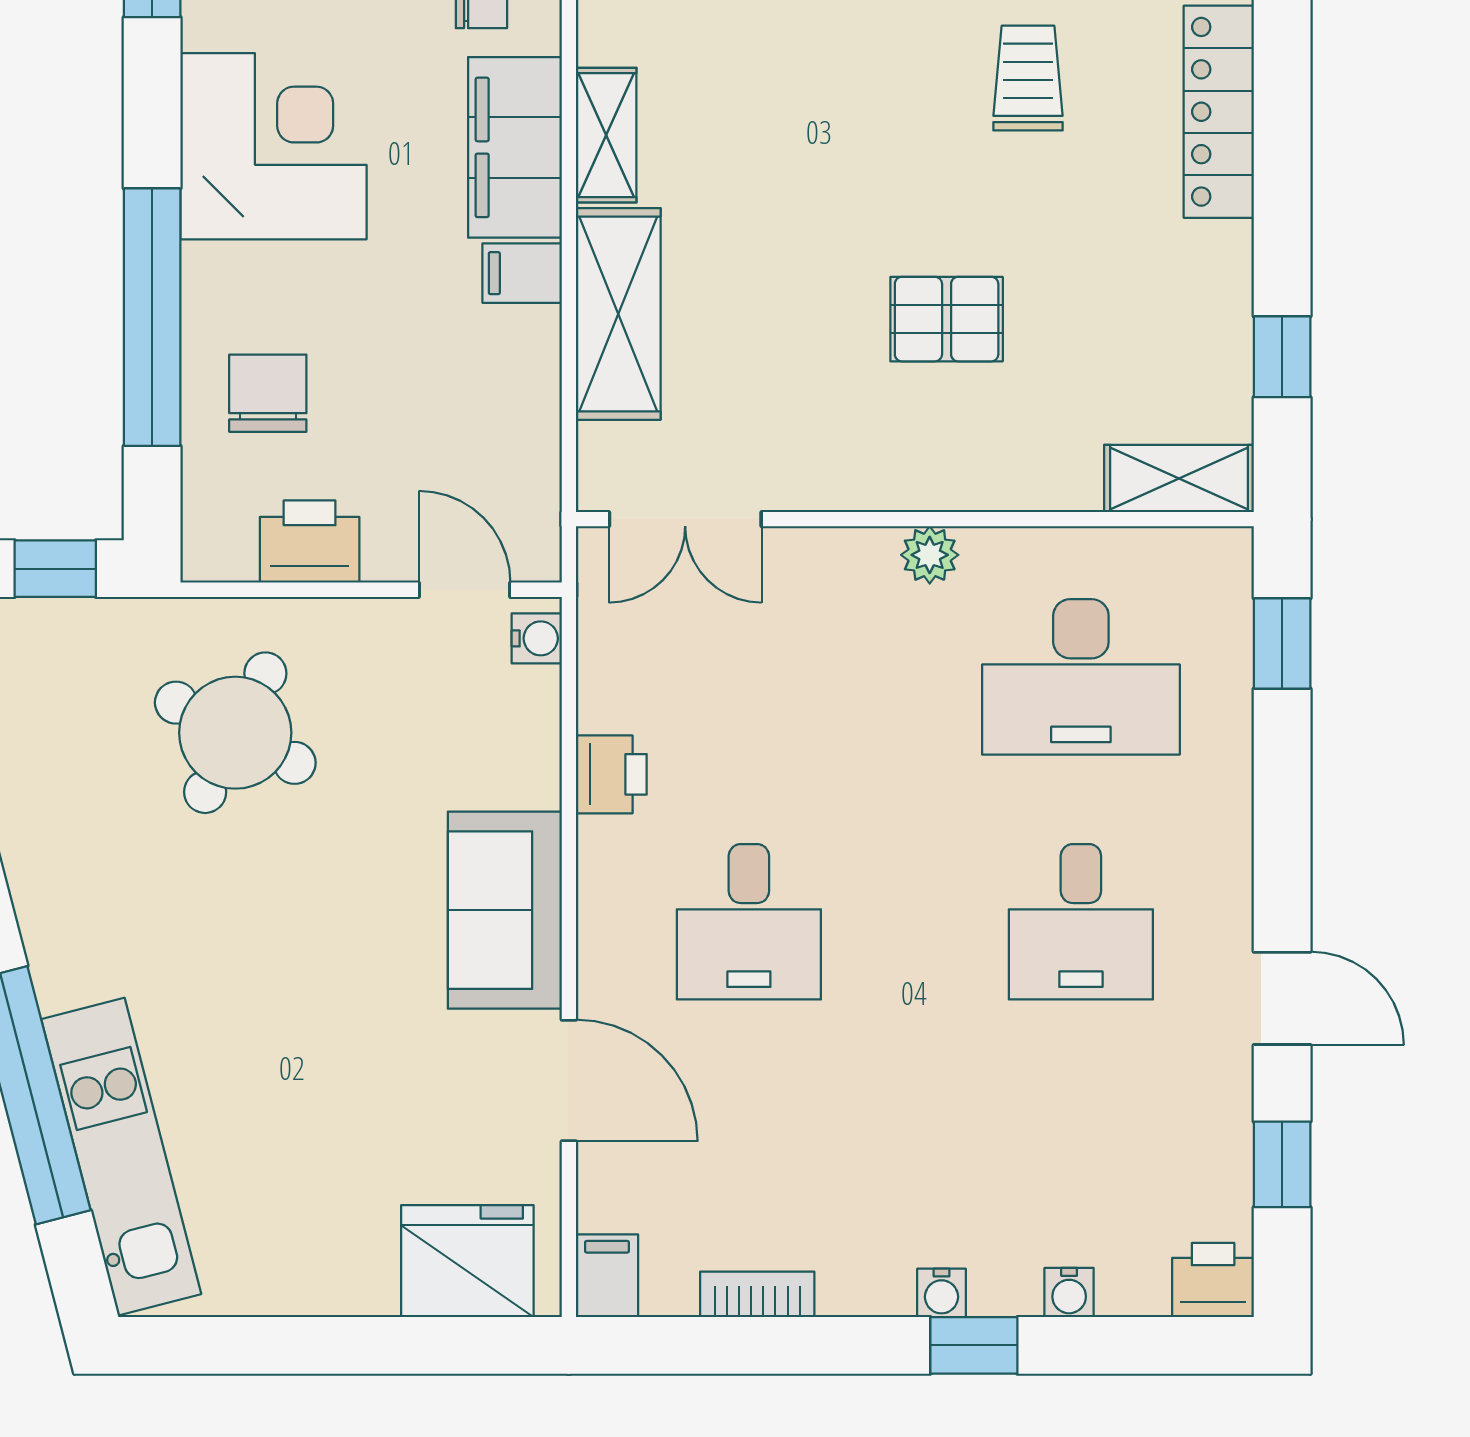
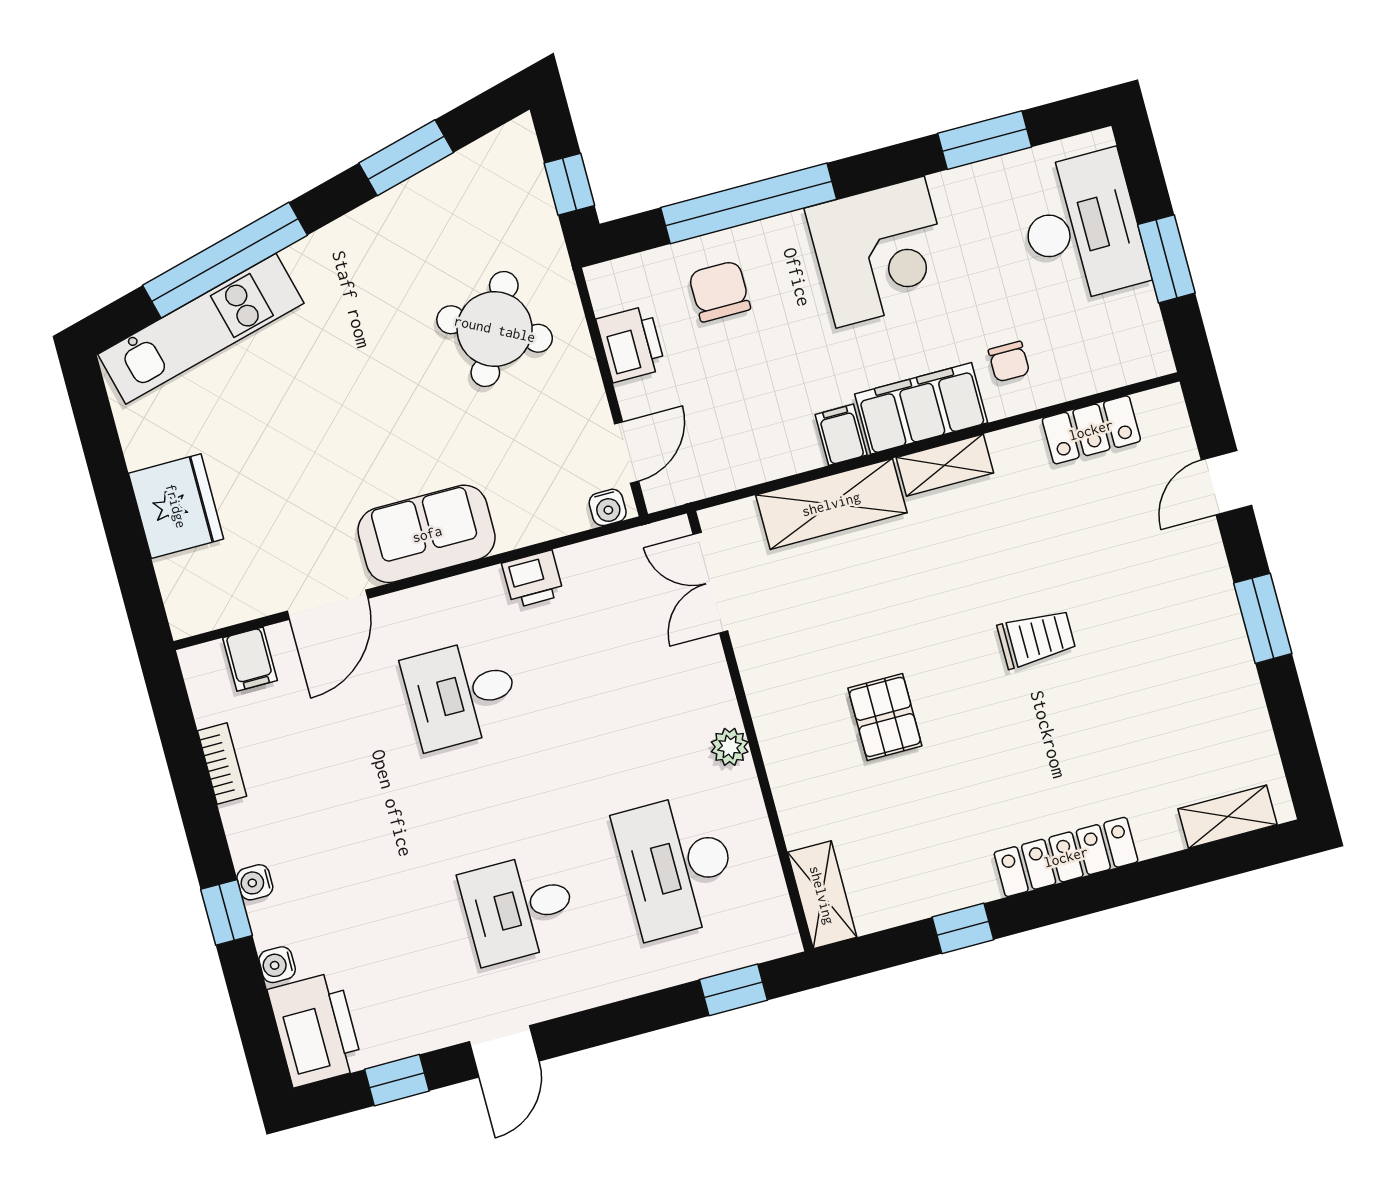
trolley: (1028, 78) -> (1036, 638), moved
window: (1282, 357) -> (963, 928), moved
chair: (268, 393) -> (720, 291), turned -90
fridge: (467, 1261) -> (176, 506), moved
filing cabinet: (607, 1276) -> (250, 659), moved, turned 90
printer: (1213, 1280) -> (315, 1029), width x1.87, depth x1.48

